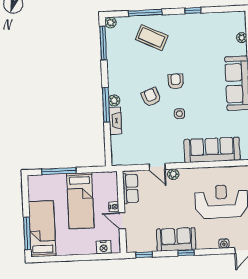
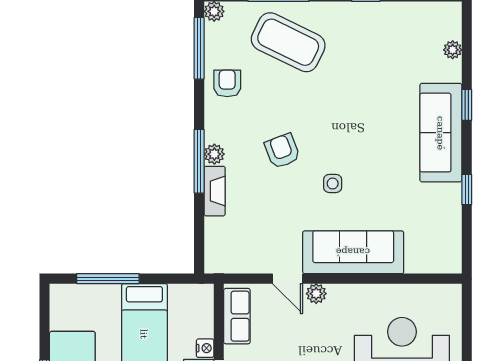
coffee table: (152, 38) -> (288, 42), width x1.36, depth x1.32
armchair: (176, 81) -> (227, 83), moved
sofa: (212, 150) -> (353, 252), moved

